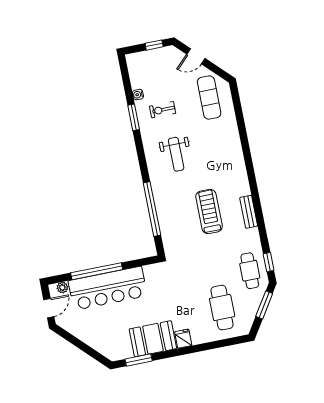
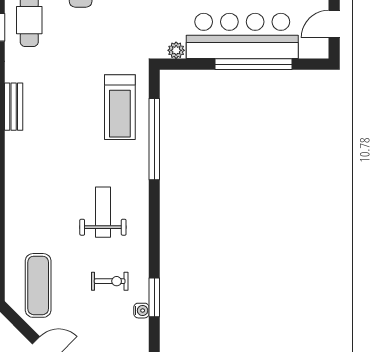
window: (134, 117) -> (154, 297), moved
treadmill: (209, 211) -> (120, 107), moved
plant: (62, 288) -> (176, 50), moved

